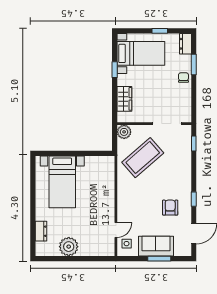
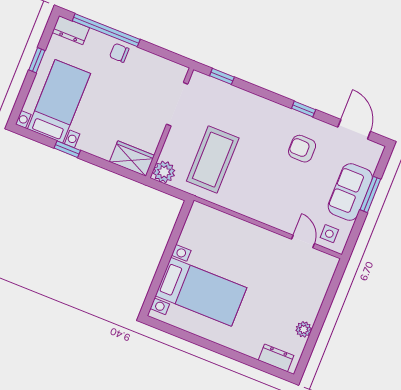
window: (194, 65) -> (106, 30), width x2.11
wardrobe: (124, 99) -> (132, 159), moved
coffee table: (143, 158) -> (213, 160), turned 41
dresser: (41, 231) -> (276, 358), moved
plant: (69, 247) -> (304, 329), width x0.53, depth x0.53

